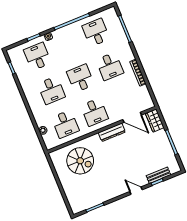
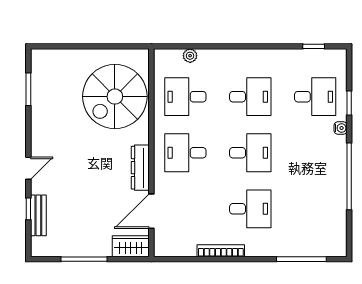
desk: (96, 32) -> (315, 209), removed
desk: (110, 66) -> (250, 209), turned 180
desk: (51, 90) -> (250, 97), turned 180
spiral stairs: (80, 161) -> (115, 97), width x1.37, depth x1.37

